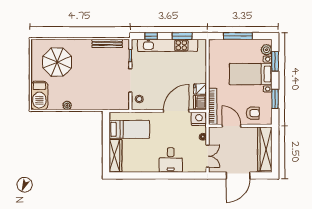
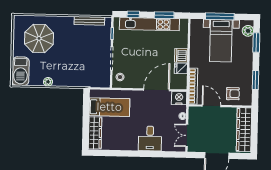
bed with nightstands: (251, 74) -> (221, 41), moved, turned -90
dishwasher: (200, 102) -> (181, 55), moved
double door: (207, 156) -> (187, 135), swing flipped

